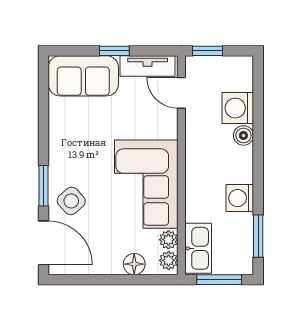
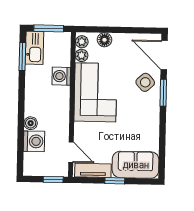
washing machine: (240, 198) -> (61, 76), moved, turned 180
kitchen sink: (198, 248) -> (34, 48), moved, turned 180

